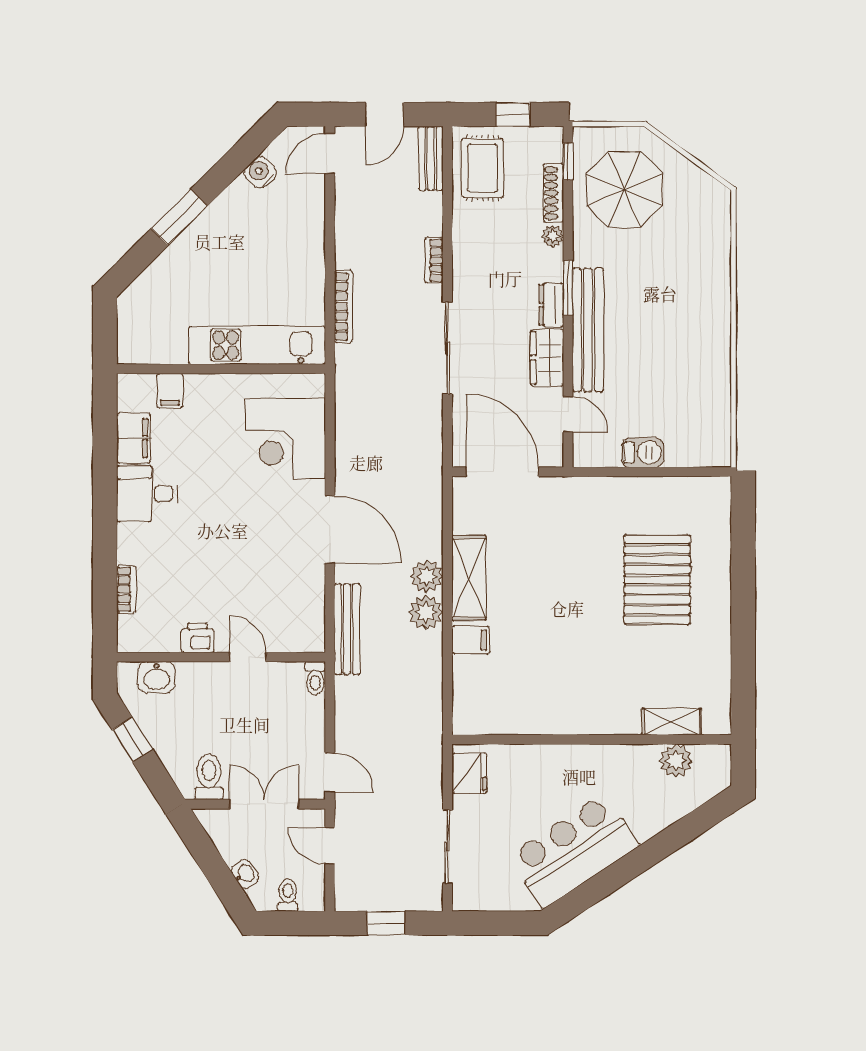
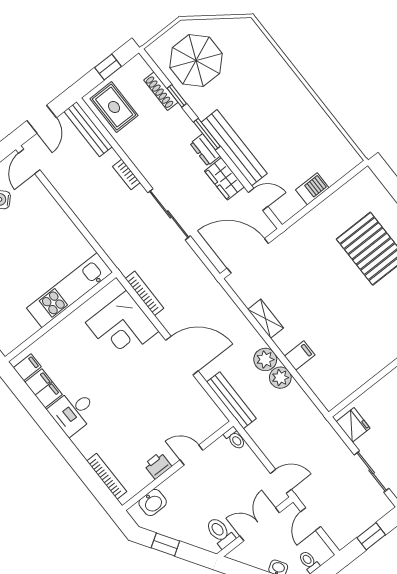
bench: (431, 159) -> (88, 129), width x1.36
window: (568, 161) -> (177, 96), moved
plant: (553, 236) -> (178, 114), removed
bookcase: (344, 306) -> (144, 293), moved
filing cabinet: (170, 391) -> (27, 367), moved, turned -90
plant: (427, 576) -> (280, 378), moved
shelving: (469, 578) -> (266, 319), width x0.67, depth x0.75
bookcase: (126, 589) -> (107, 476), width x1.56
door: (330, 846) -> (311, 519), hinge flipped

